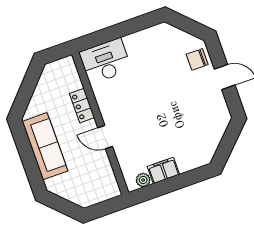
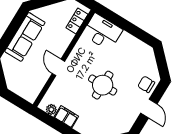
locker: (82, 106) -> (77, 21), moved
round table: (161, 106) -> (103, 85), added

